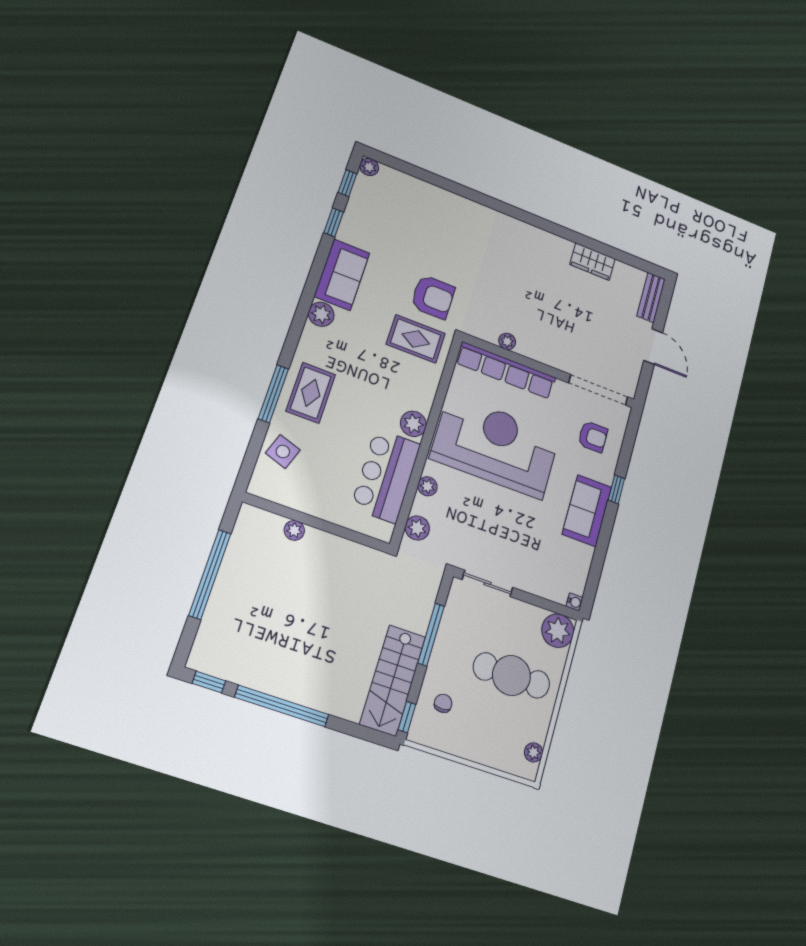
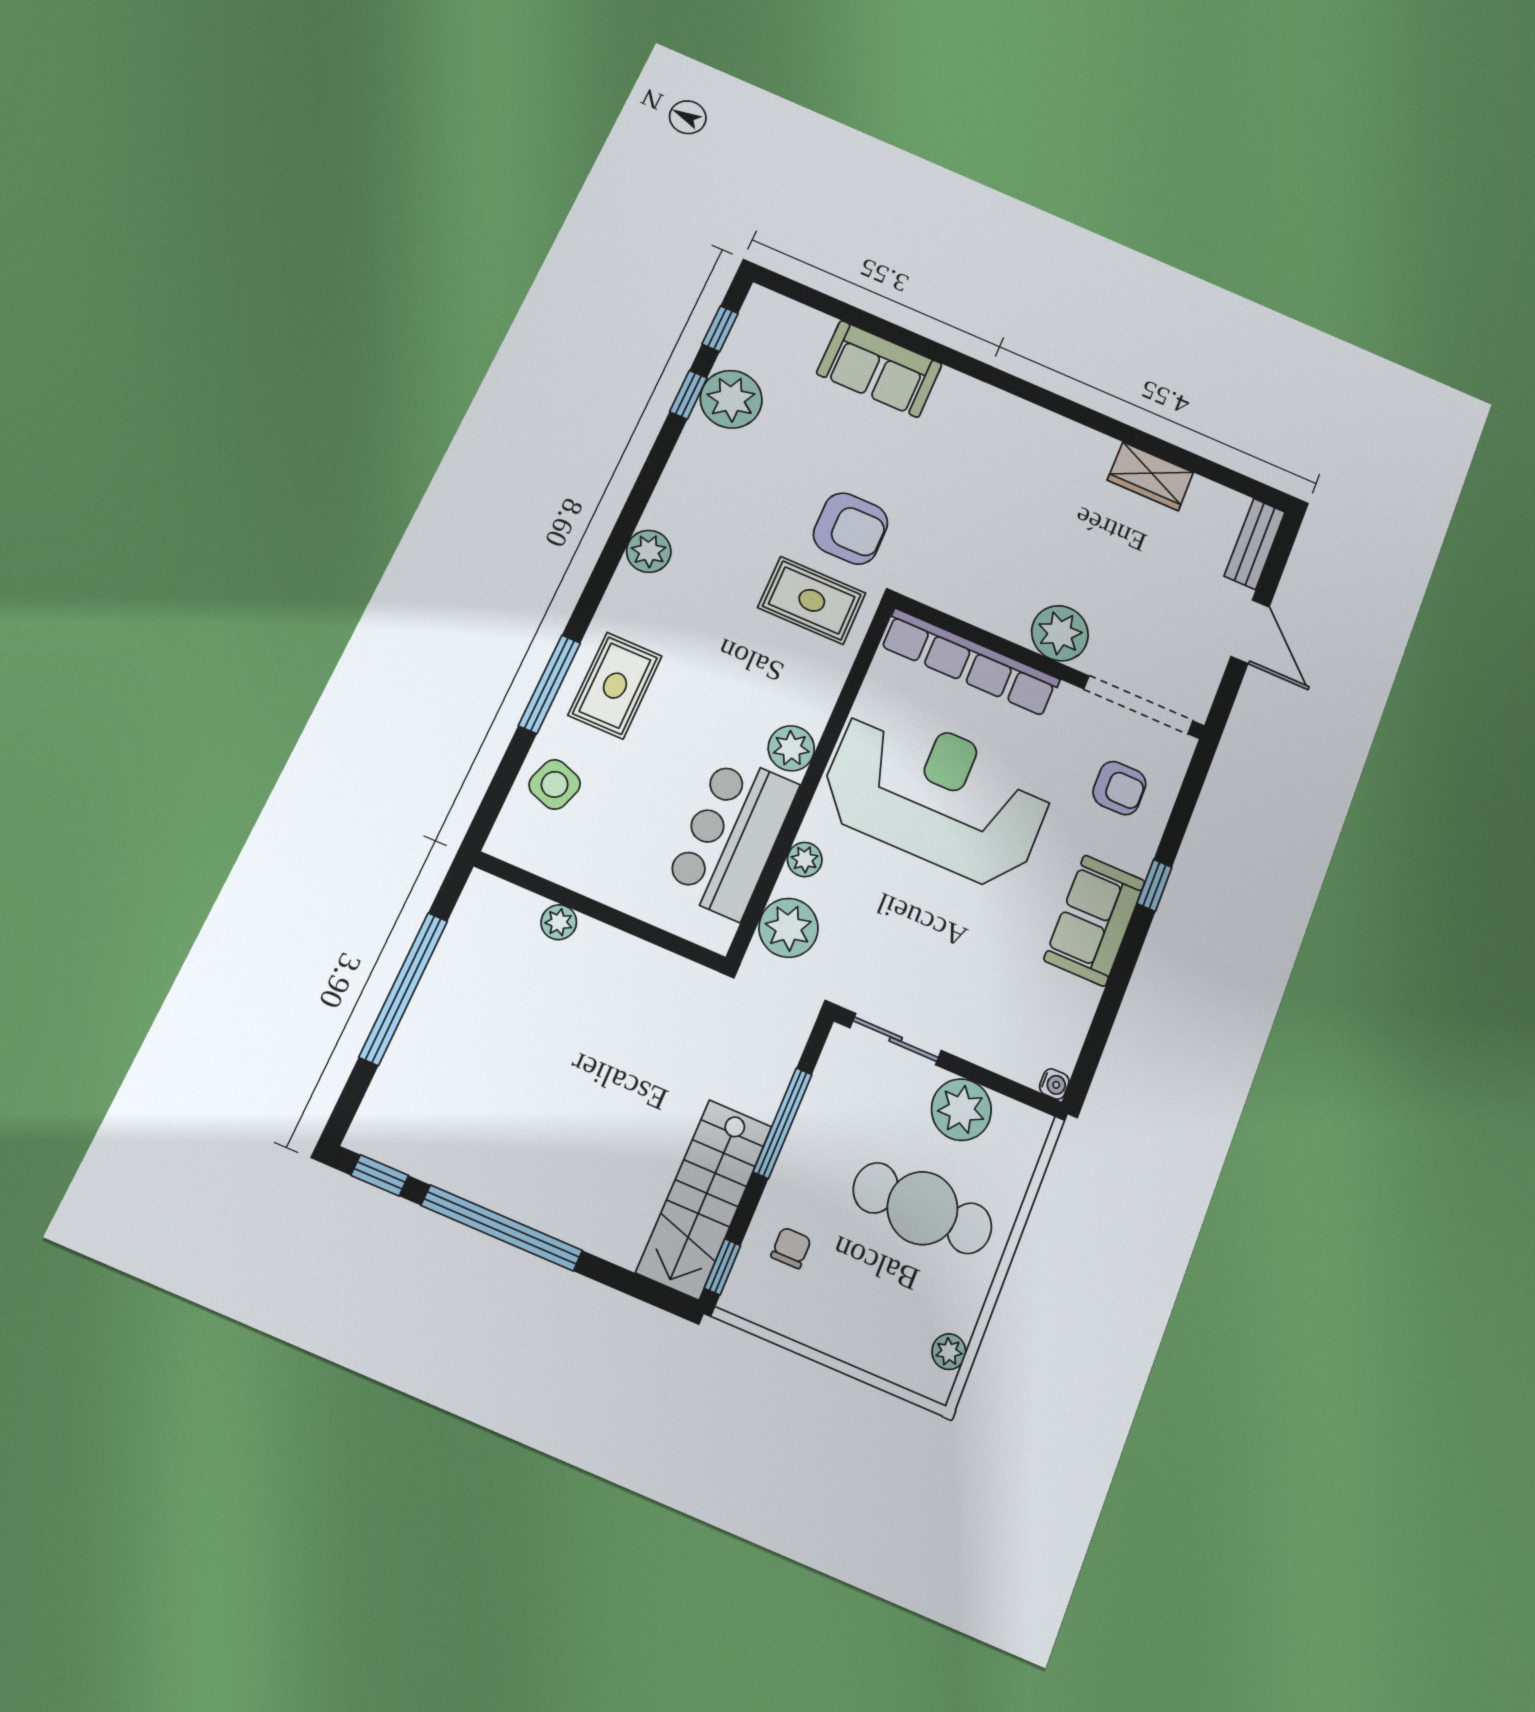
plant: (369, 167) -> (731, 399), moved, width x1.87, depth x1.87
sofa: (342, 275) -> (879, 369), moved, turned 90
plant: (507, 341) -> (1060, 633), moved, width x1.87, depth x1.87
plant: (417, 528) -> (788, 928), width x1.36, depth x1.36
plant: (558, 631) -> (961, 1110), moved

